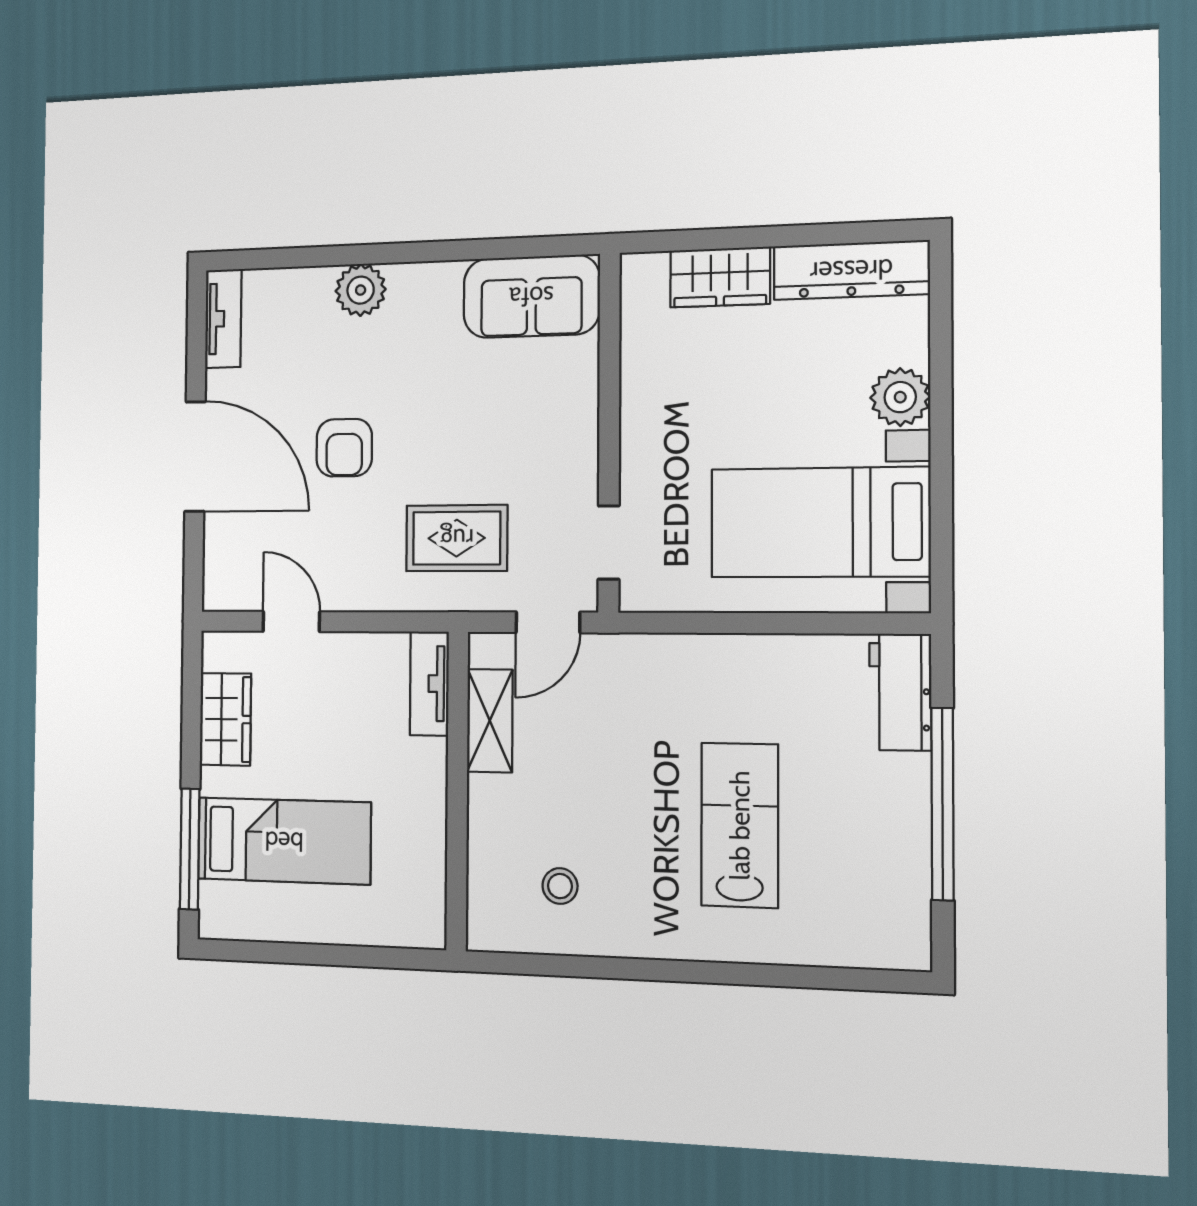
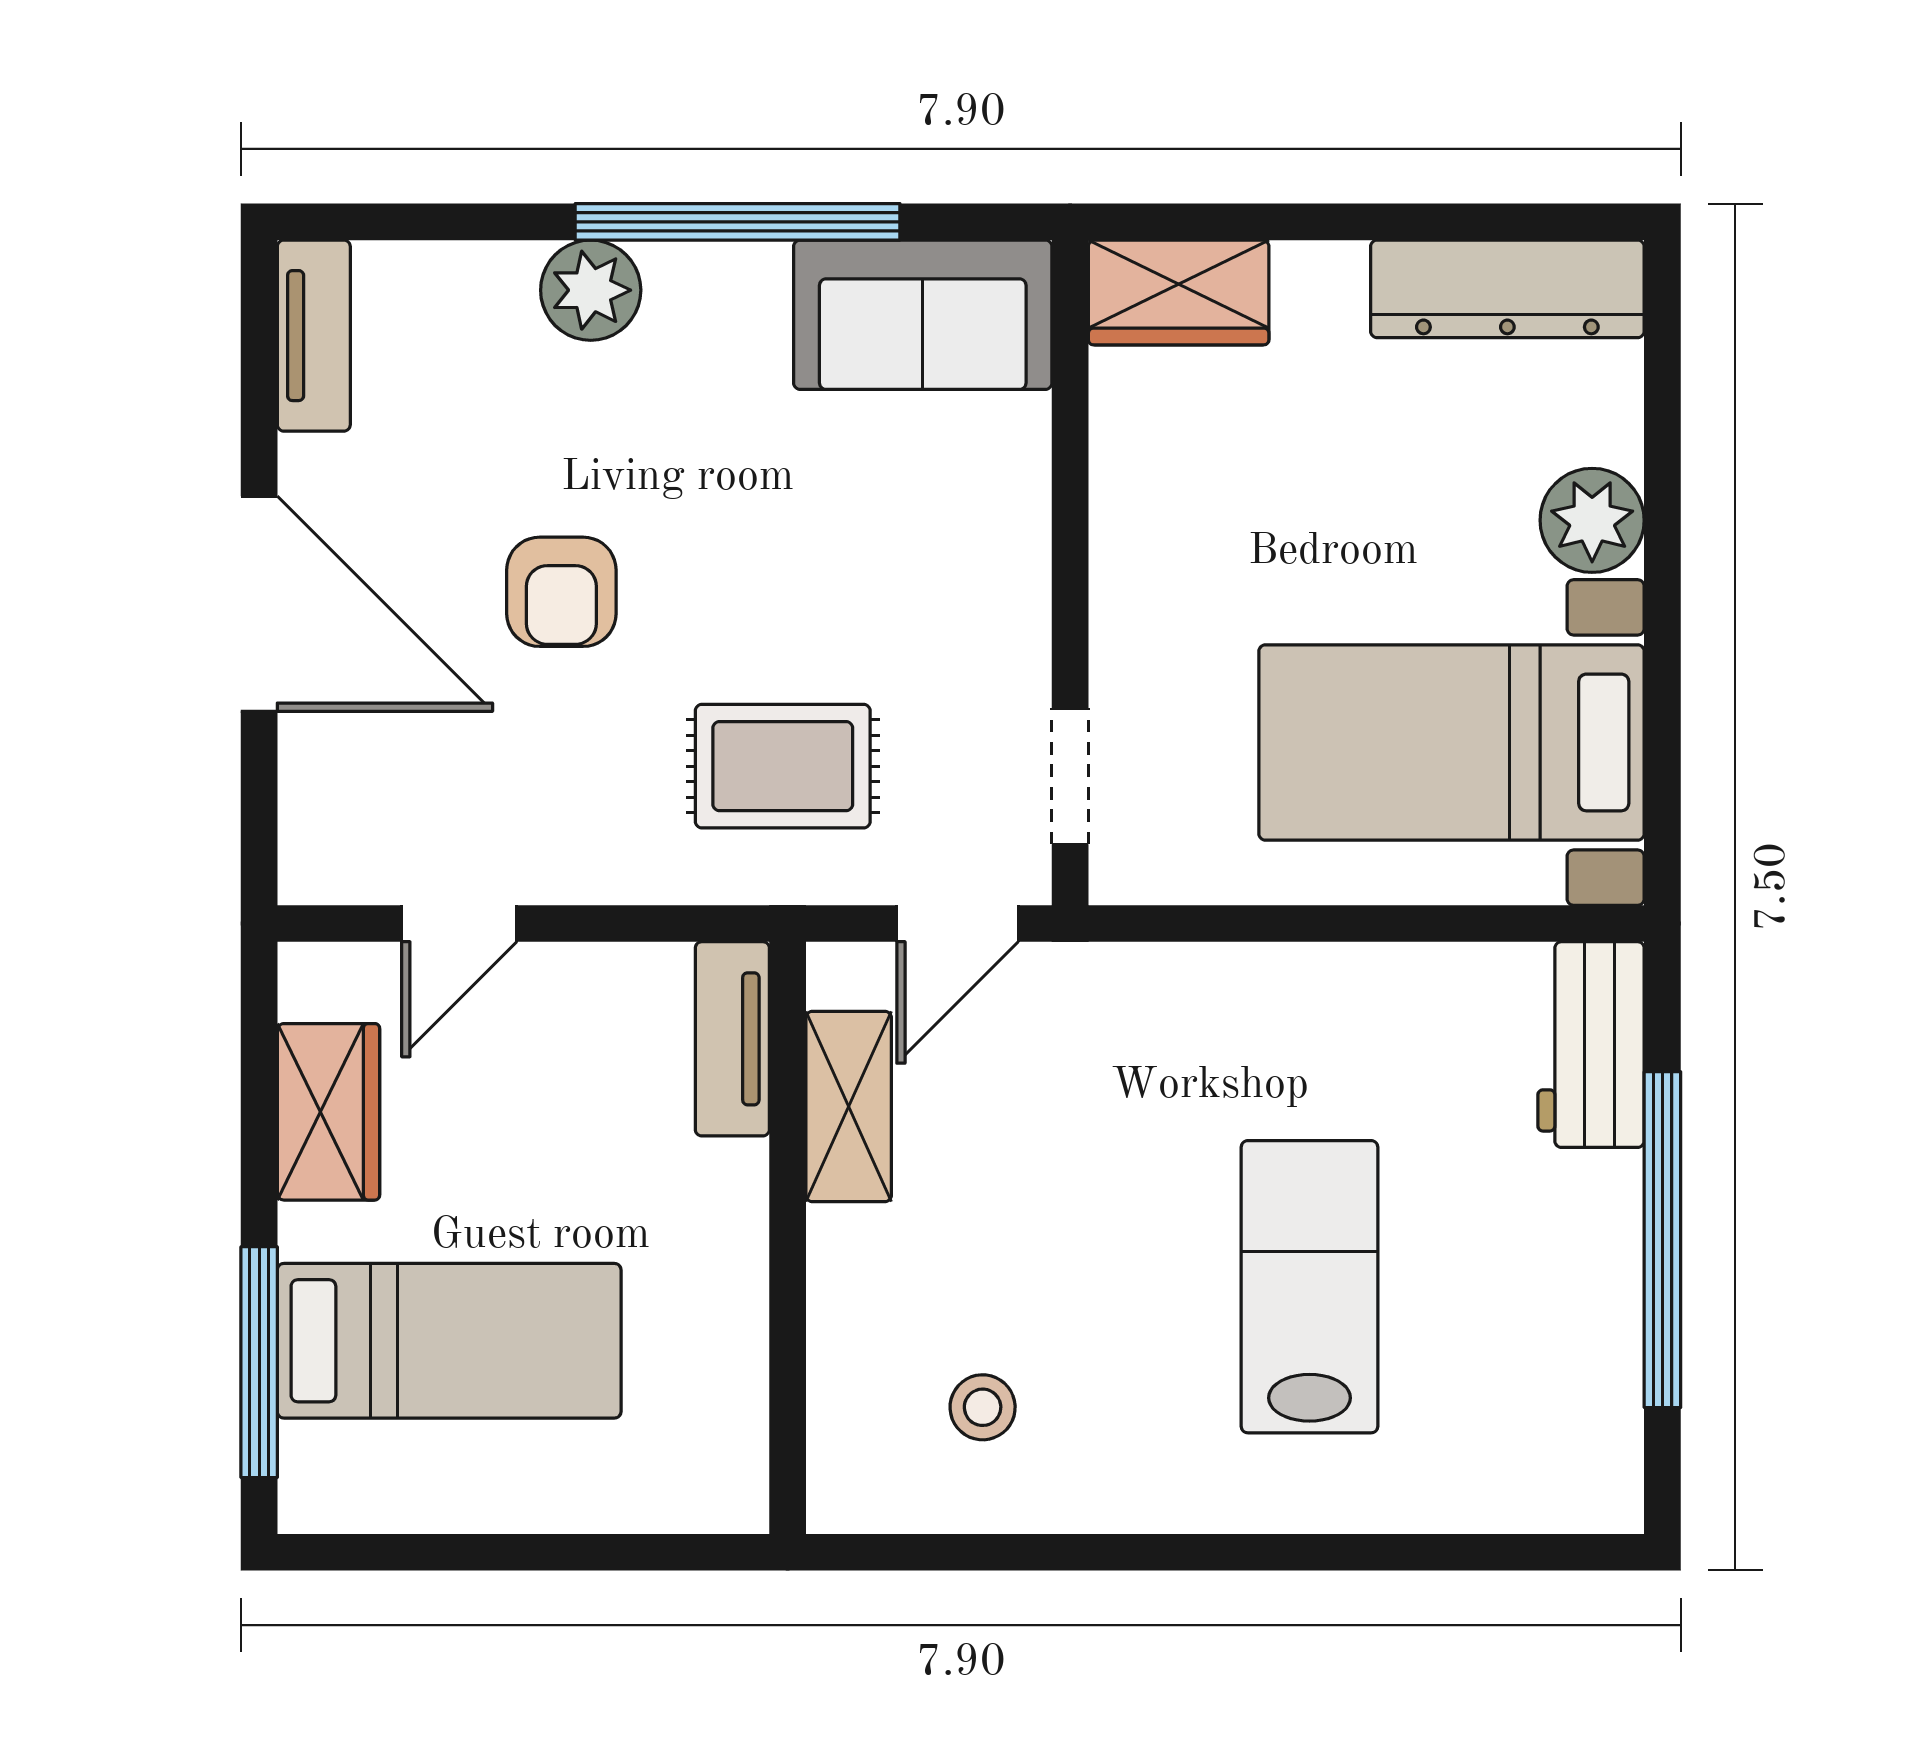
window: (436, 251) -> (738, 222), added
wardrobe: (720, 277) -> (1179, 292), moved
door: (291, 622) -> (459, 924), swing flipped

